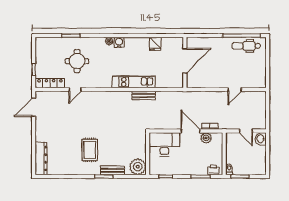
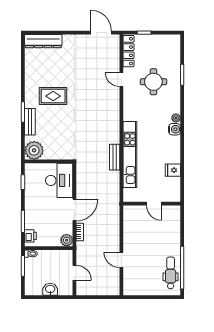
door: (185, 61) -> (154, 204), width x0.53
kitchen unit: (134, 82) -> (130, 155), width x1.36
door: (246, 131) -> (74, 273), swing flipped
plant: (206, 138) -> (67, 240), moved
washbasin: (261, 139) -> (50, 289), moved

